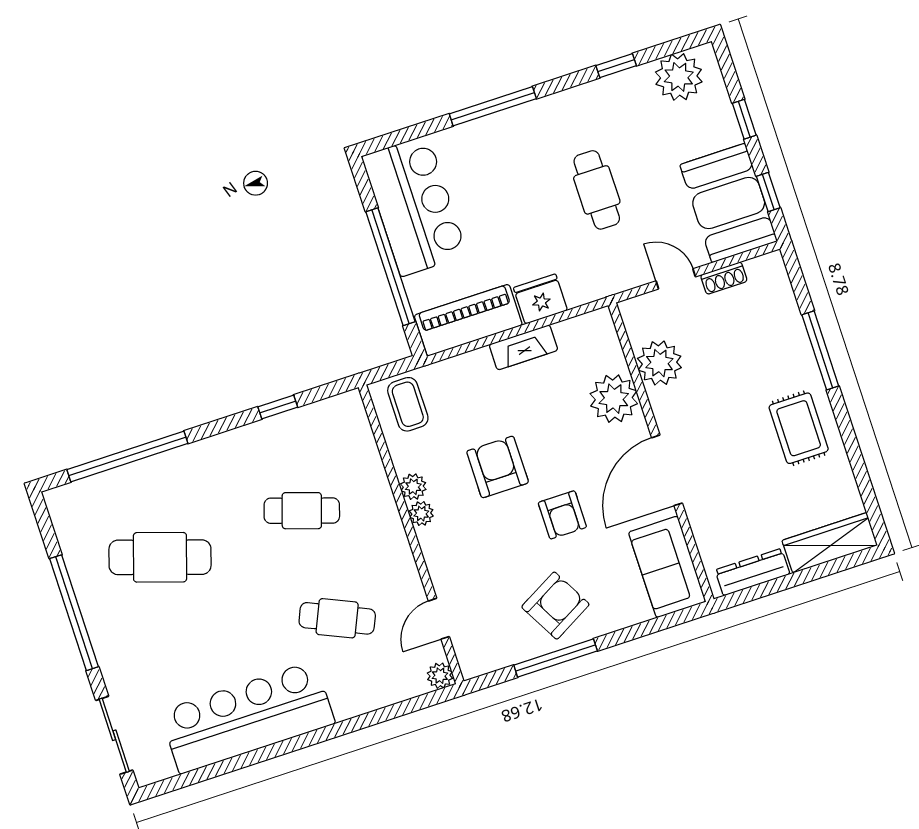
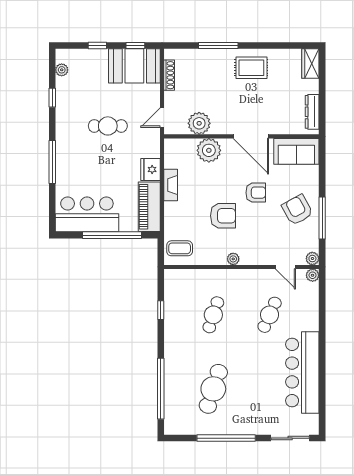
plant: (679, 77) -> (62, 70), width x0.53, depth x0.53
shoe rack: (724, 278) -> (169, 75), width x1.43
door: (676, 279) -> (162, 118), moved
armchair: (498, 467) -> (223, 216), turned 180
plant: (413, 487) -> (312, 259), moved
wardrobe: (830, 543) -> (310, 63), width x0.67

